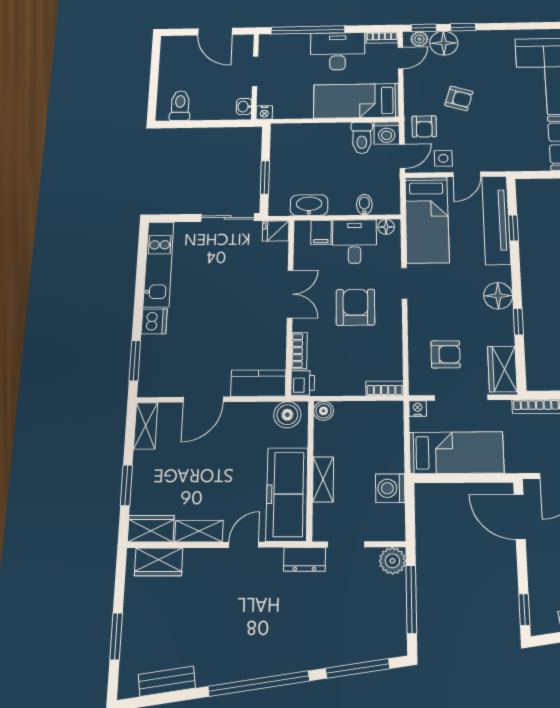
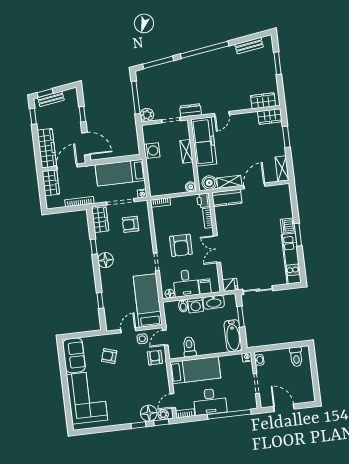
armchair: (459, 98) -> (109, 356), moved
washing machine: (387, 133) -> (195, 305), moved, turned 180
bathtub: (283, 148) -> (233, 336), added
tv unit: (496, 220) -> (110, 304), removed
window: (135, 361) -> (298, 235), moved
shelving: (199, 531) -> (229, 182), moved
window: (524, 610) -> (82, 114), moved

